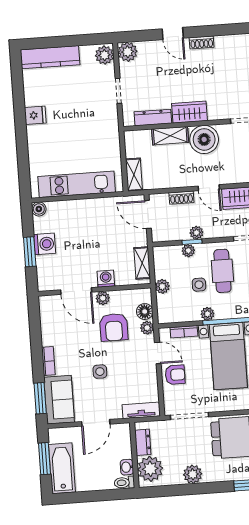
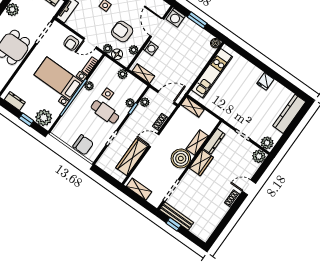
plant: (196, 233) -> (145, 102), moved
washing machine: (45, 244) -> (176, 18), moved
door: (76, 291) -> (157, 27), hinge flipped
plant: (103, 298) -> (134, 50), moved

